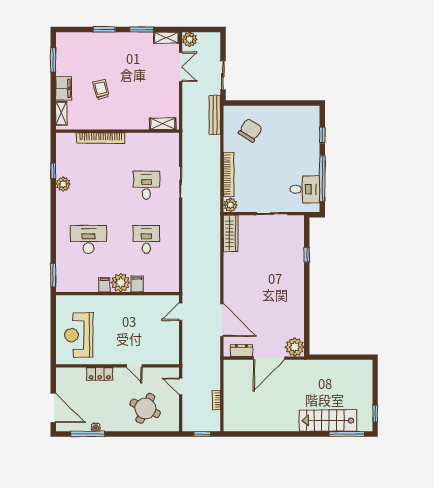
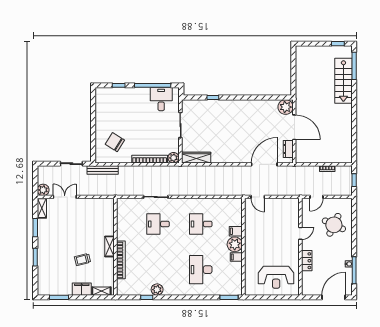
shelving: (163, 124) -> (110, 246), moved

